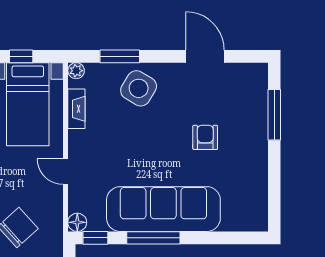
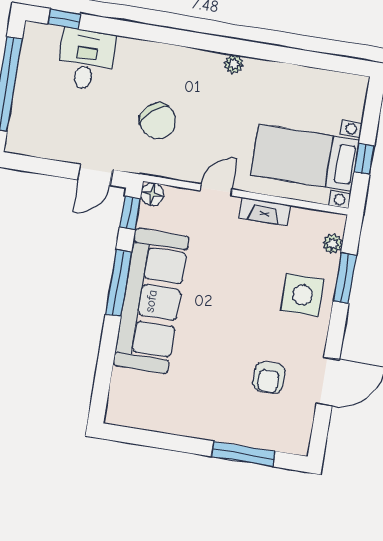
plant: (76, 71) -> (333, 244), moved
side table: (139, 88) -> (302, 295), turned -31
fireplace: (76, 109) -> (265, 212), moved
armchair: (205, 137) -> (269, 378), moved, turned 90

